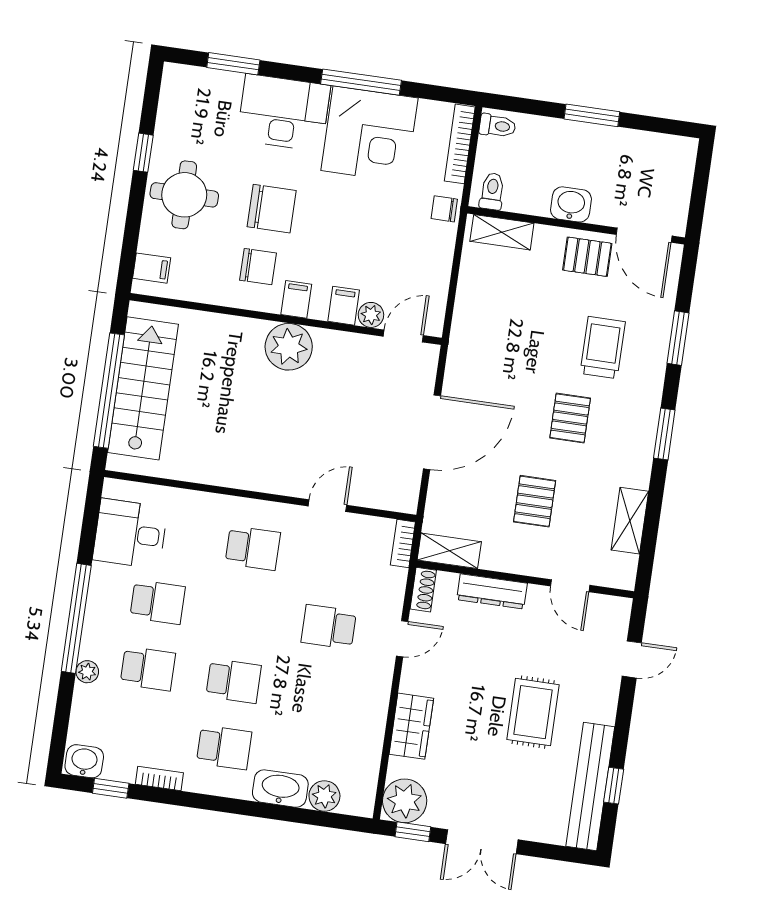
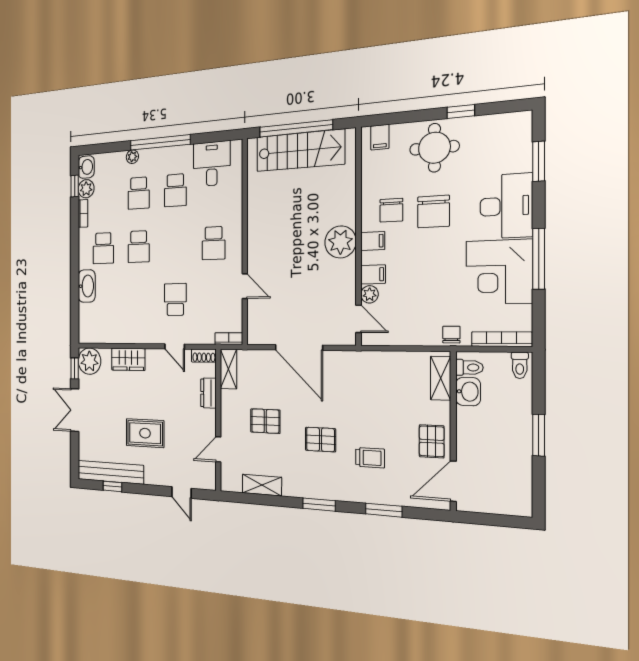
washbasin: (571, 204) -> (468, 392), moved
trolley: (603, 348) -> (370, 458), width x0.73, depth x0.72
dresser: (492, 591) -> (208, 393), width x0.70
plant: (324, 796) -> (86, 189), moved

